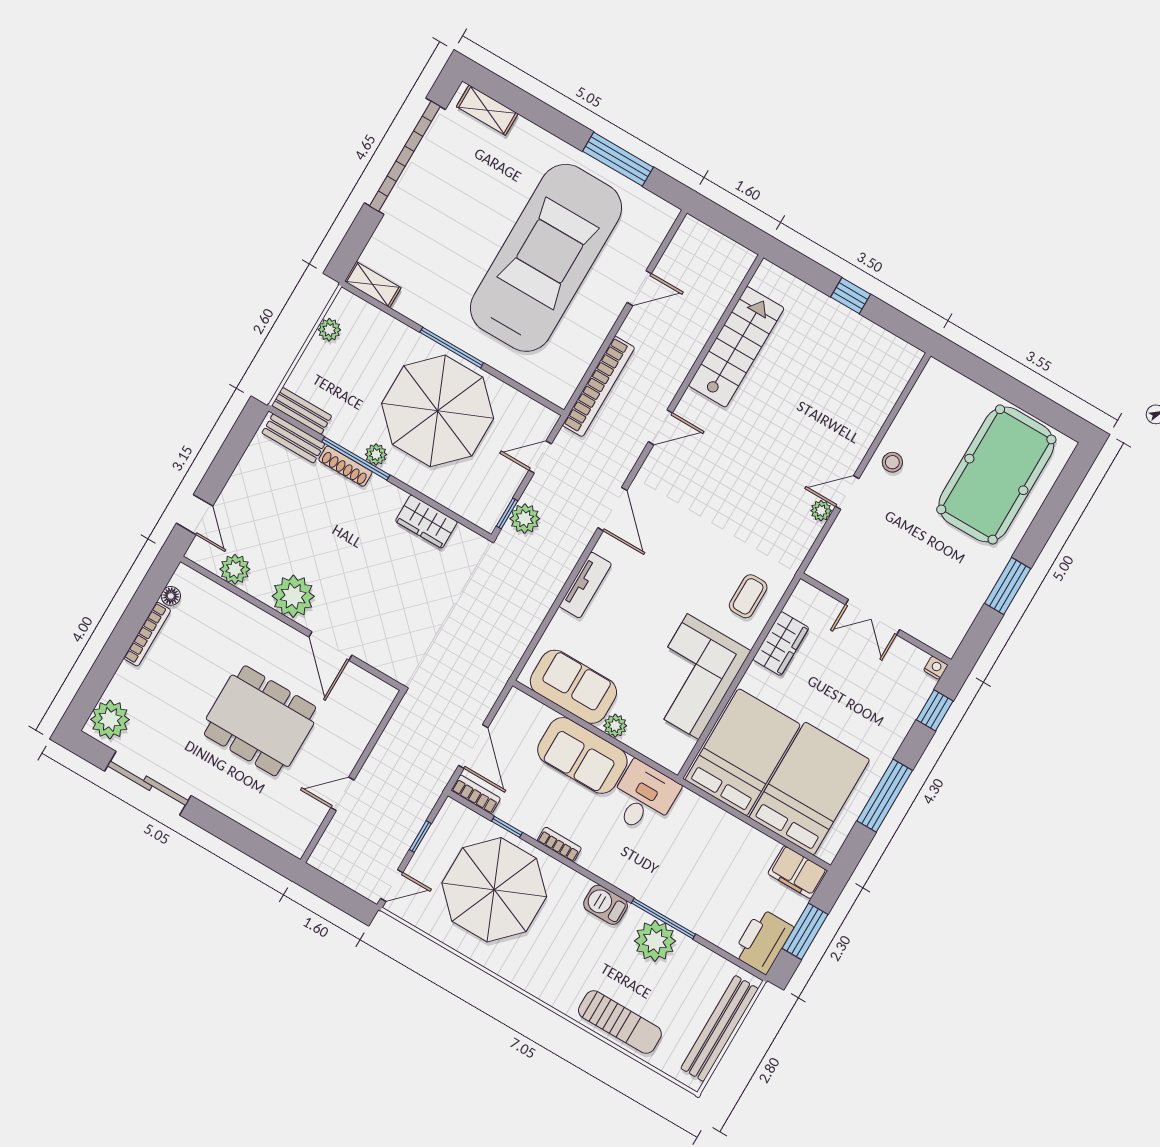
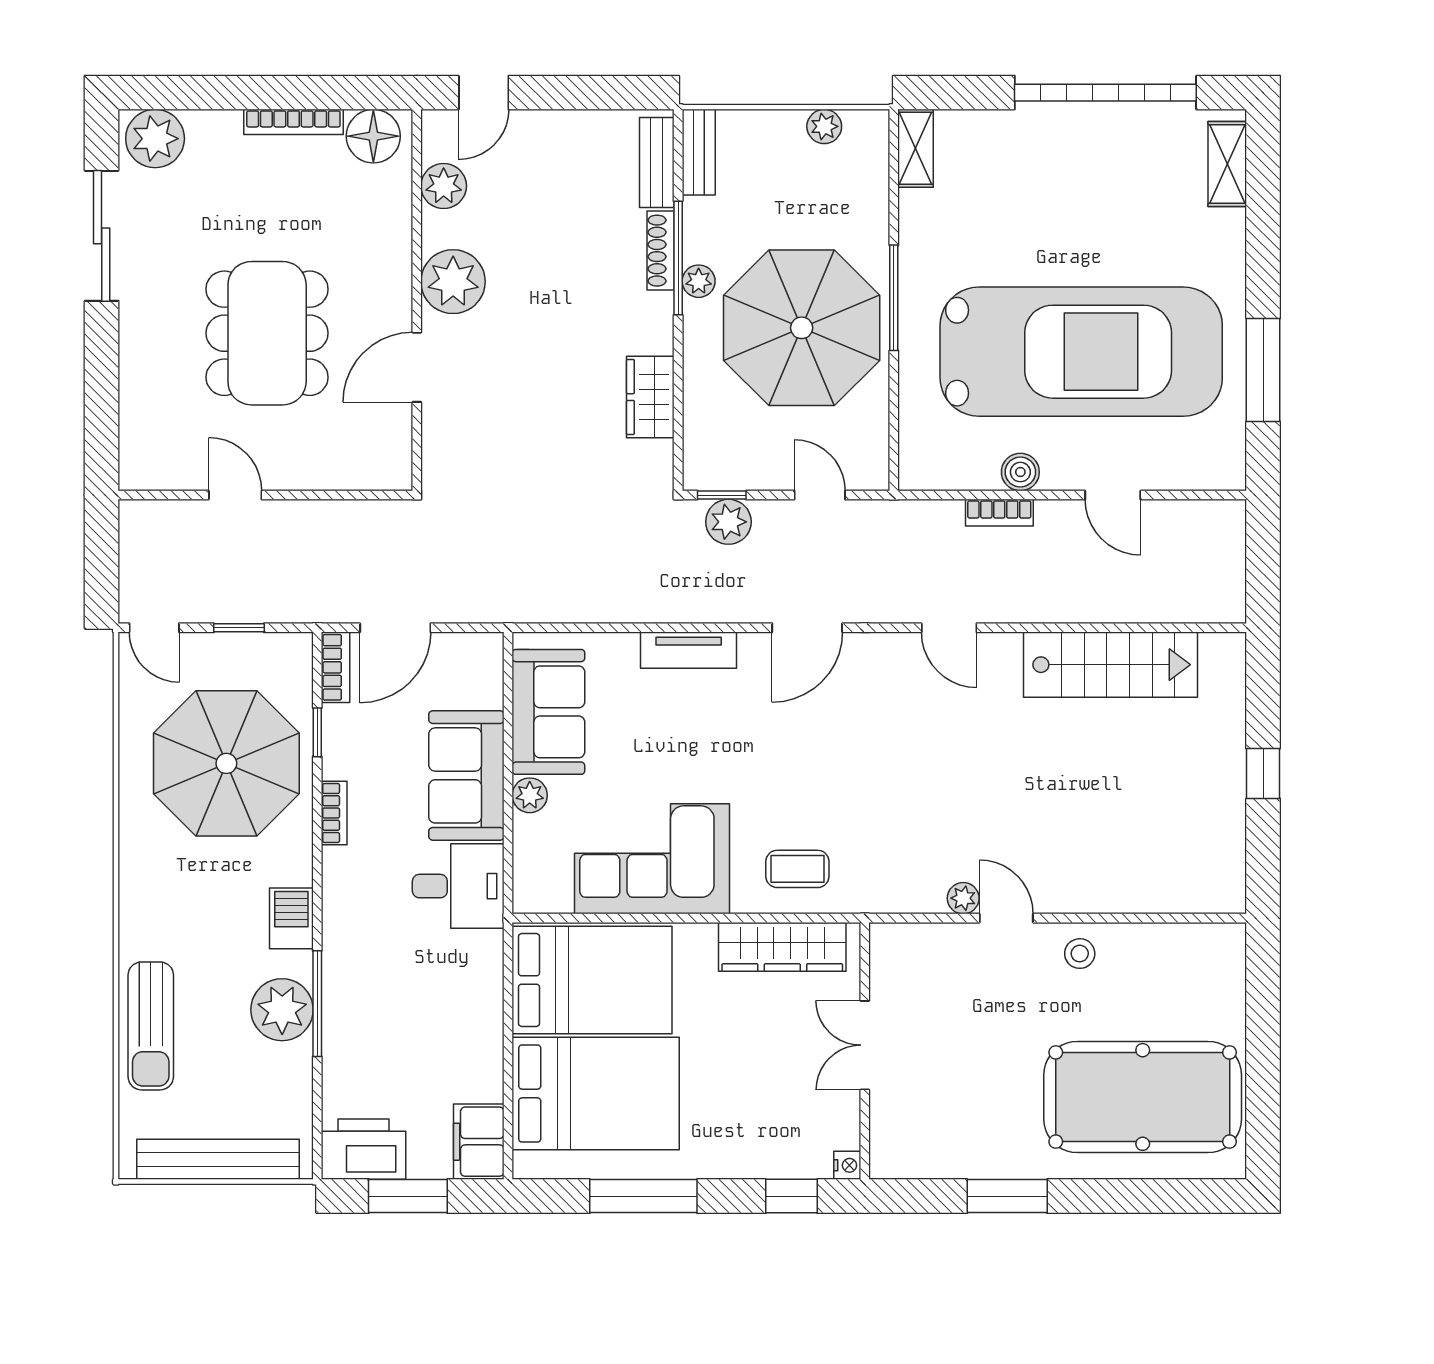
boiler: (595, 334) -> (1020, 472), added
bookcase: (599, 386) -> (999, 513), width x0.43, depth x0.76
floor lamp: (171, 596) -> (373, 136), width x1.89, depth x1.89
wardrobe: (781, 644) -> (782, 947), width x1.50

